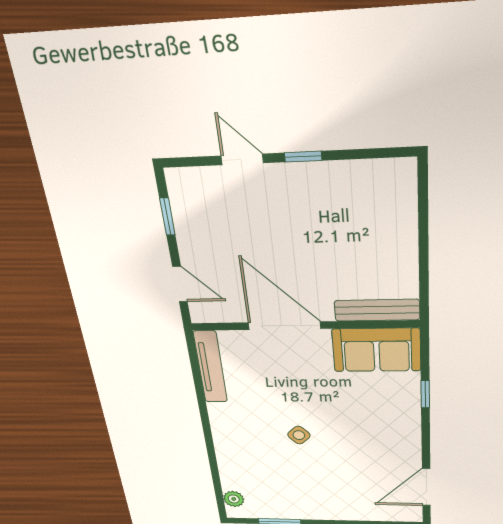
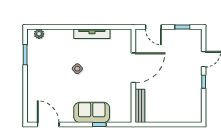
door: (180, 284) -> (153, 27), hinge flipped
sofa: (376, 350) -> (92, 112), moved, turned 90
tv unit: (211, 367) -> (92, 34), moved

